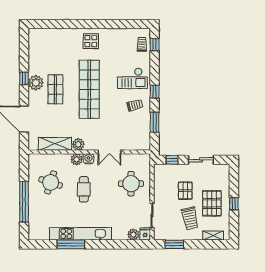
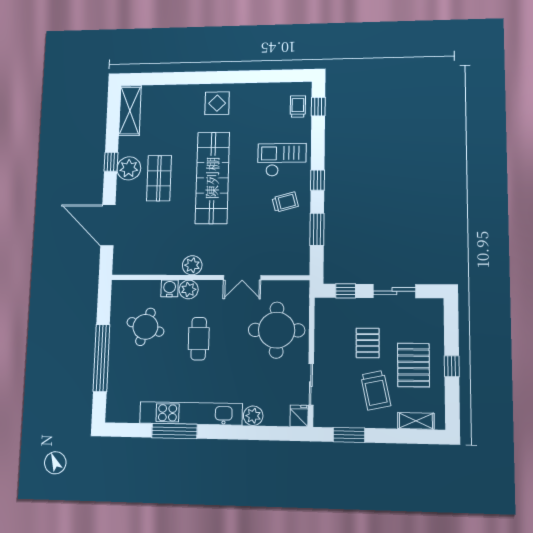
checkout: (132, 78) -> (282, 160), turned 180
shelving: (55, 144) -> (130, 111), moved, turned 90
water cooler: (88, 159) -> (170, 288), moved
round table: (131, 184) -> (277, 330), width x1.36, depth x1.36
plant: (133, 234) -> (253, 416), moved

